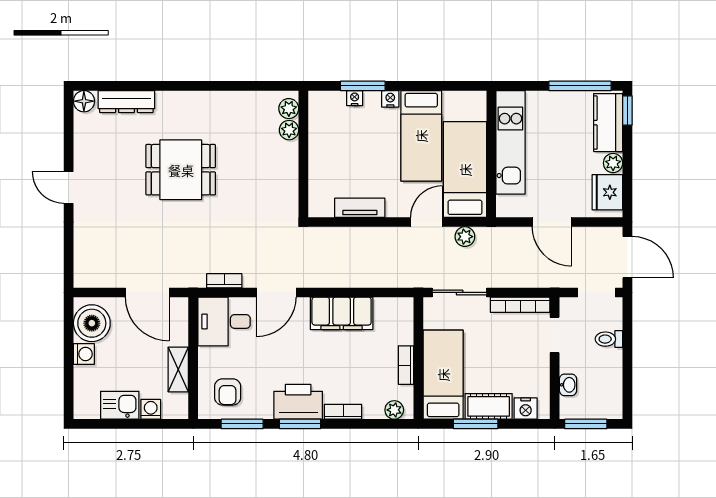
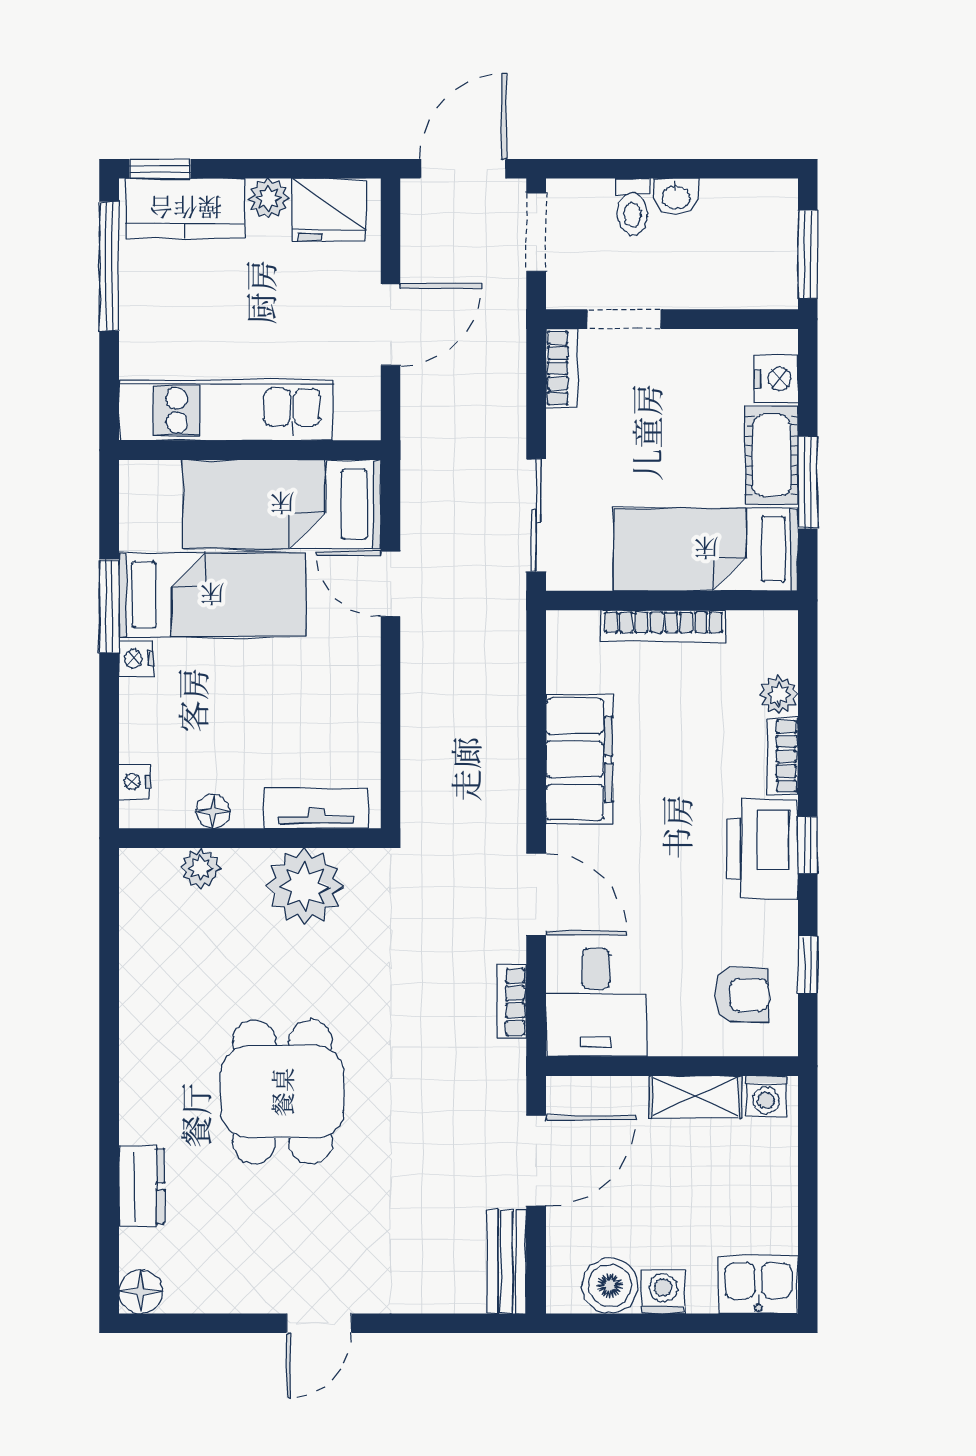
window: (363, 86) -> (109, 606), moved
nightstand: (355, 98) -> (134, 782), moved
dresser: (126, 102) -> (142, 1186), width x0.70
plant: (289, 109) -> (305, 886), moved, width x1.88, depth x1.88
floor lamp: (316, 136) -> (213, 811), added
tv unit: (360, 208) -> (316, 809), moved, turned 90
plant: (465, 237) -> (421, 504), removed
bench: (99, 278) -> (507, 1262), added
bookcase: (520, 305) -> (561, 368), width x0.64
boiler: (92, 323) -> (610, 1286), width x0.73, depth x0.73
bookcase: (406, 365) -> (664, 626), width x1.56
washbasin: (568, 385) -> (676, 196), moved, turned 180
kitchen sink: (120, 405) -> (758, 1285), moved, turned 90
washing machine: (151, 409) -> (766, 1096), moved, turned -90
plant: (394, 410) -> (779, 695), moved
window: (242, 424) -> (808, 965), width x0.67
window: (300, 424) -> (808, 845), width x0.67

